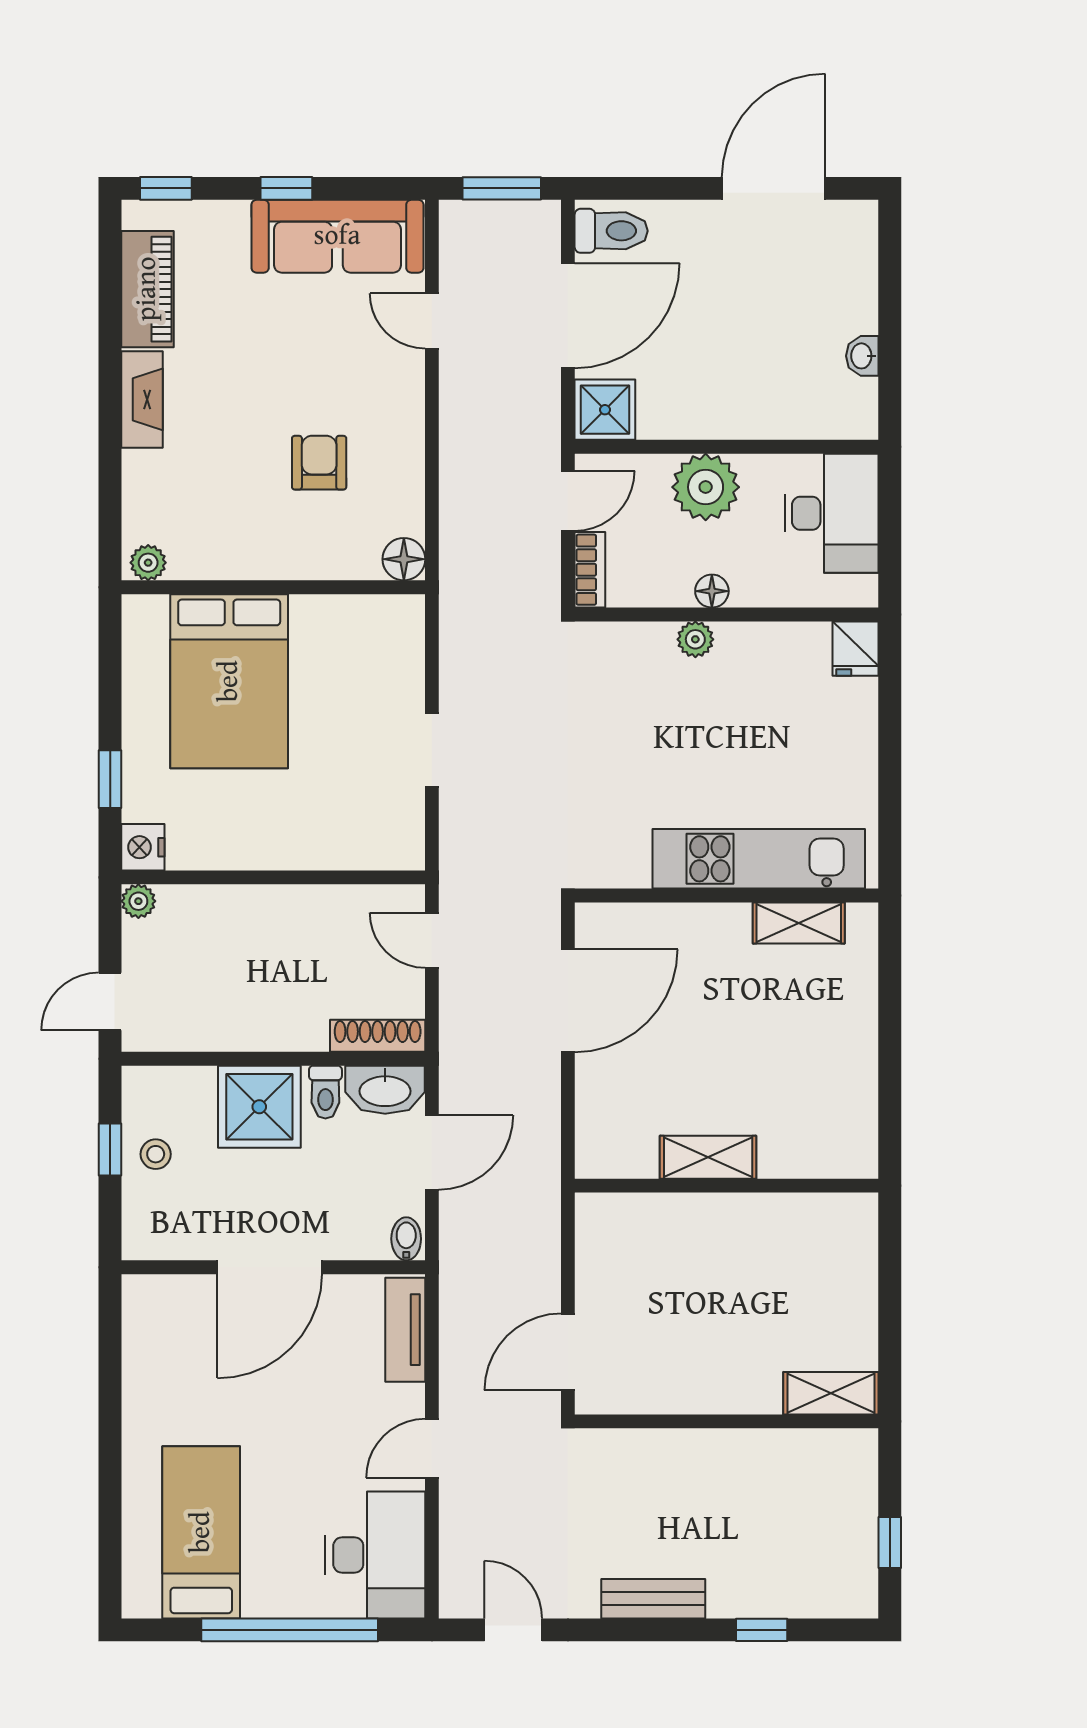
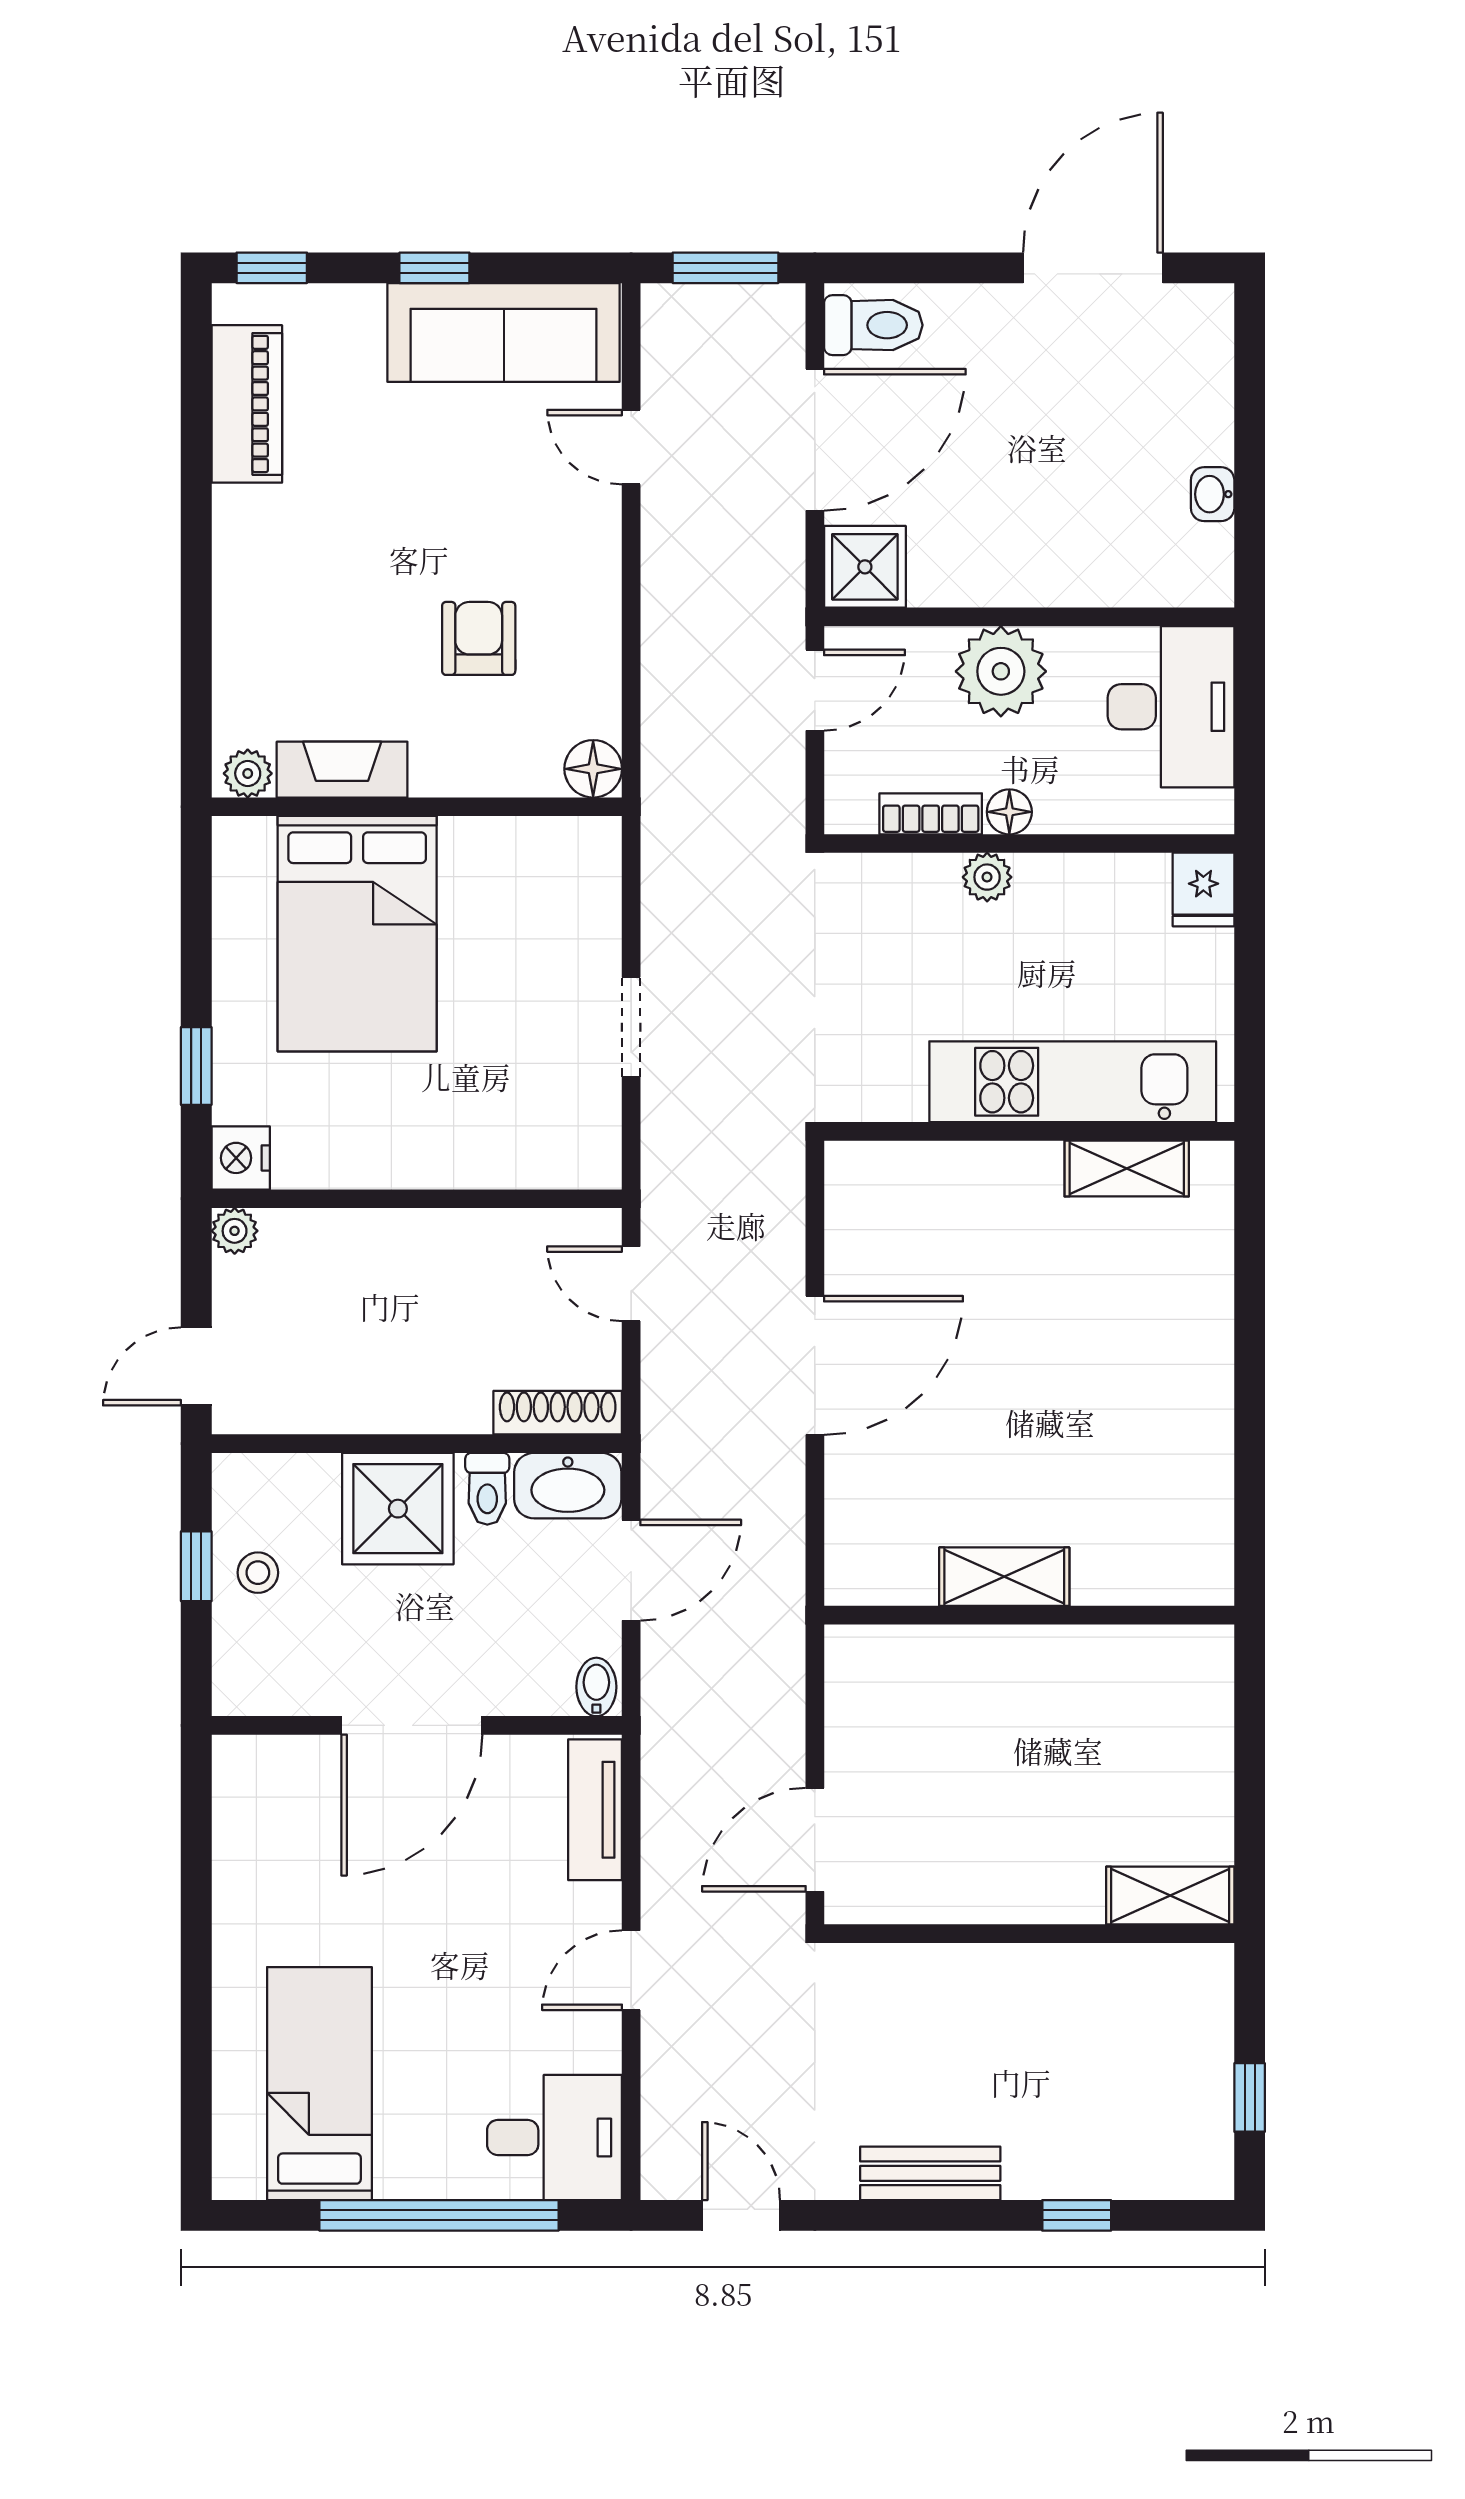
fireplace: (142, 399) -> (342, 770), moved, turned -90
bookcase: (590, 570) -> (931, 814), moved, turned -90
kitchen unit: (759, 859) -> (1073, 1082), moved
wall: (727, 896) -> (1029, 1131), moved
shelving: (799, 923) -> (1127, 1168), moved
desk: (375, 1555) -> (554, 2137), width x0.73

